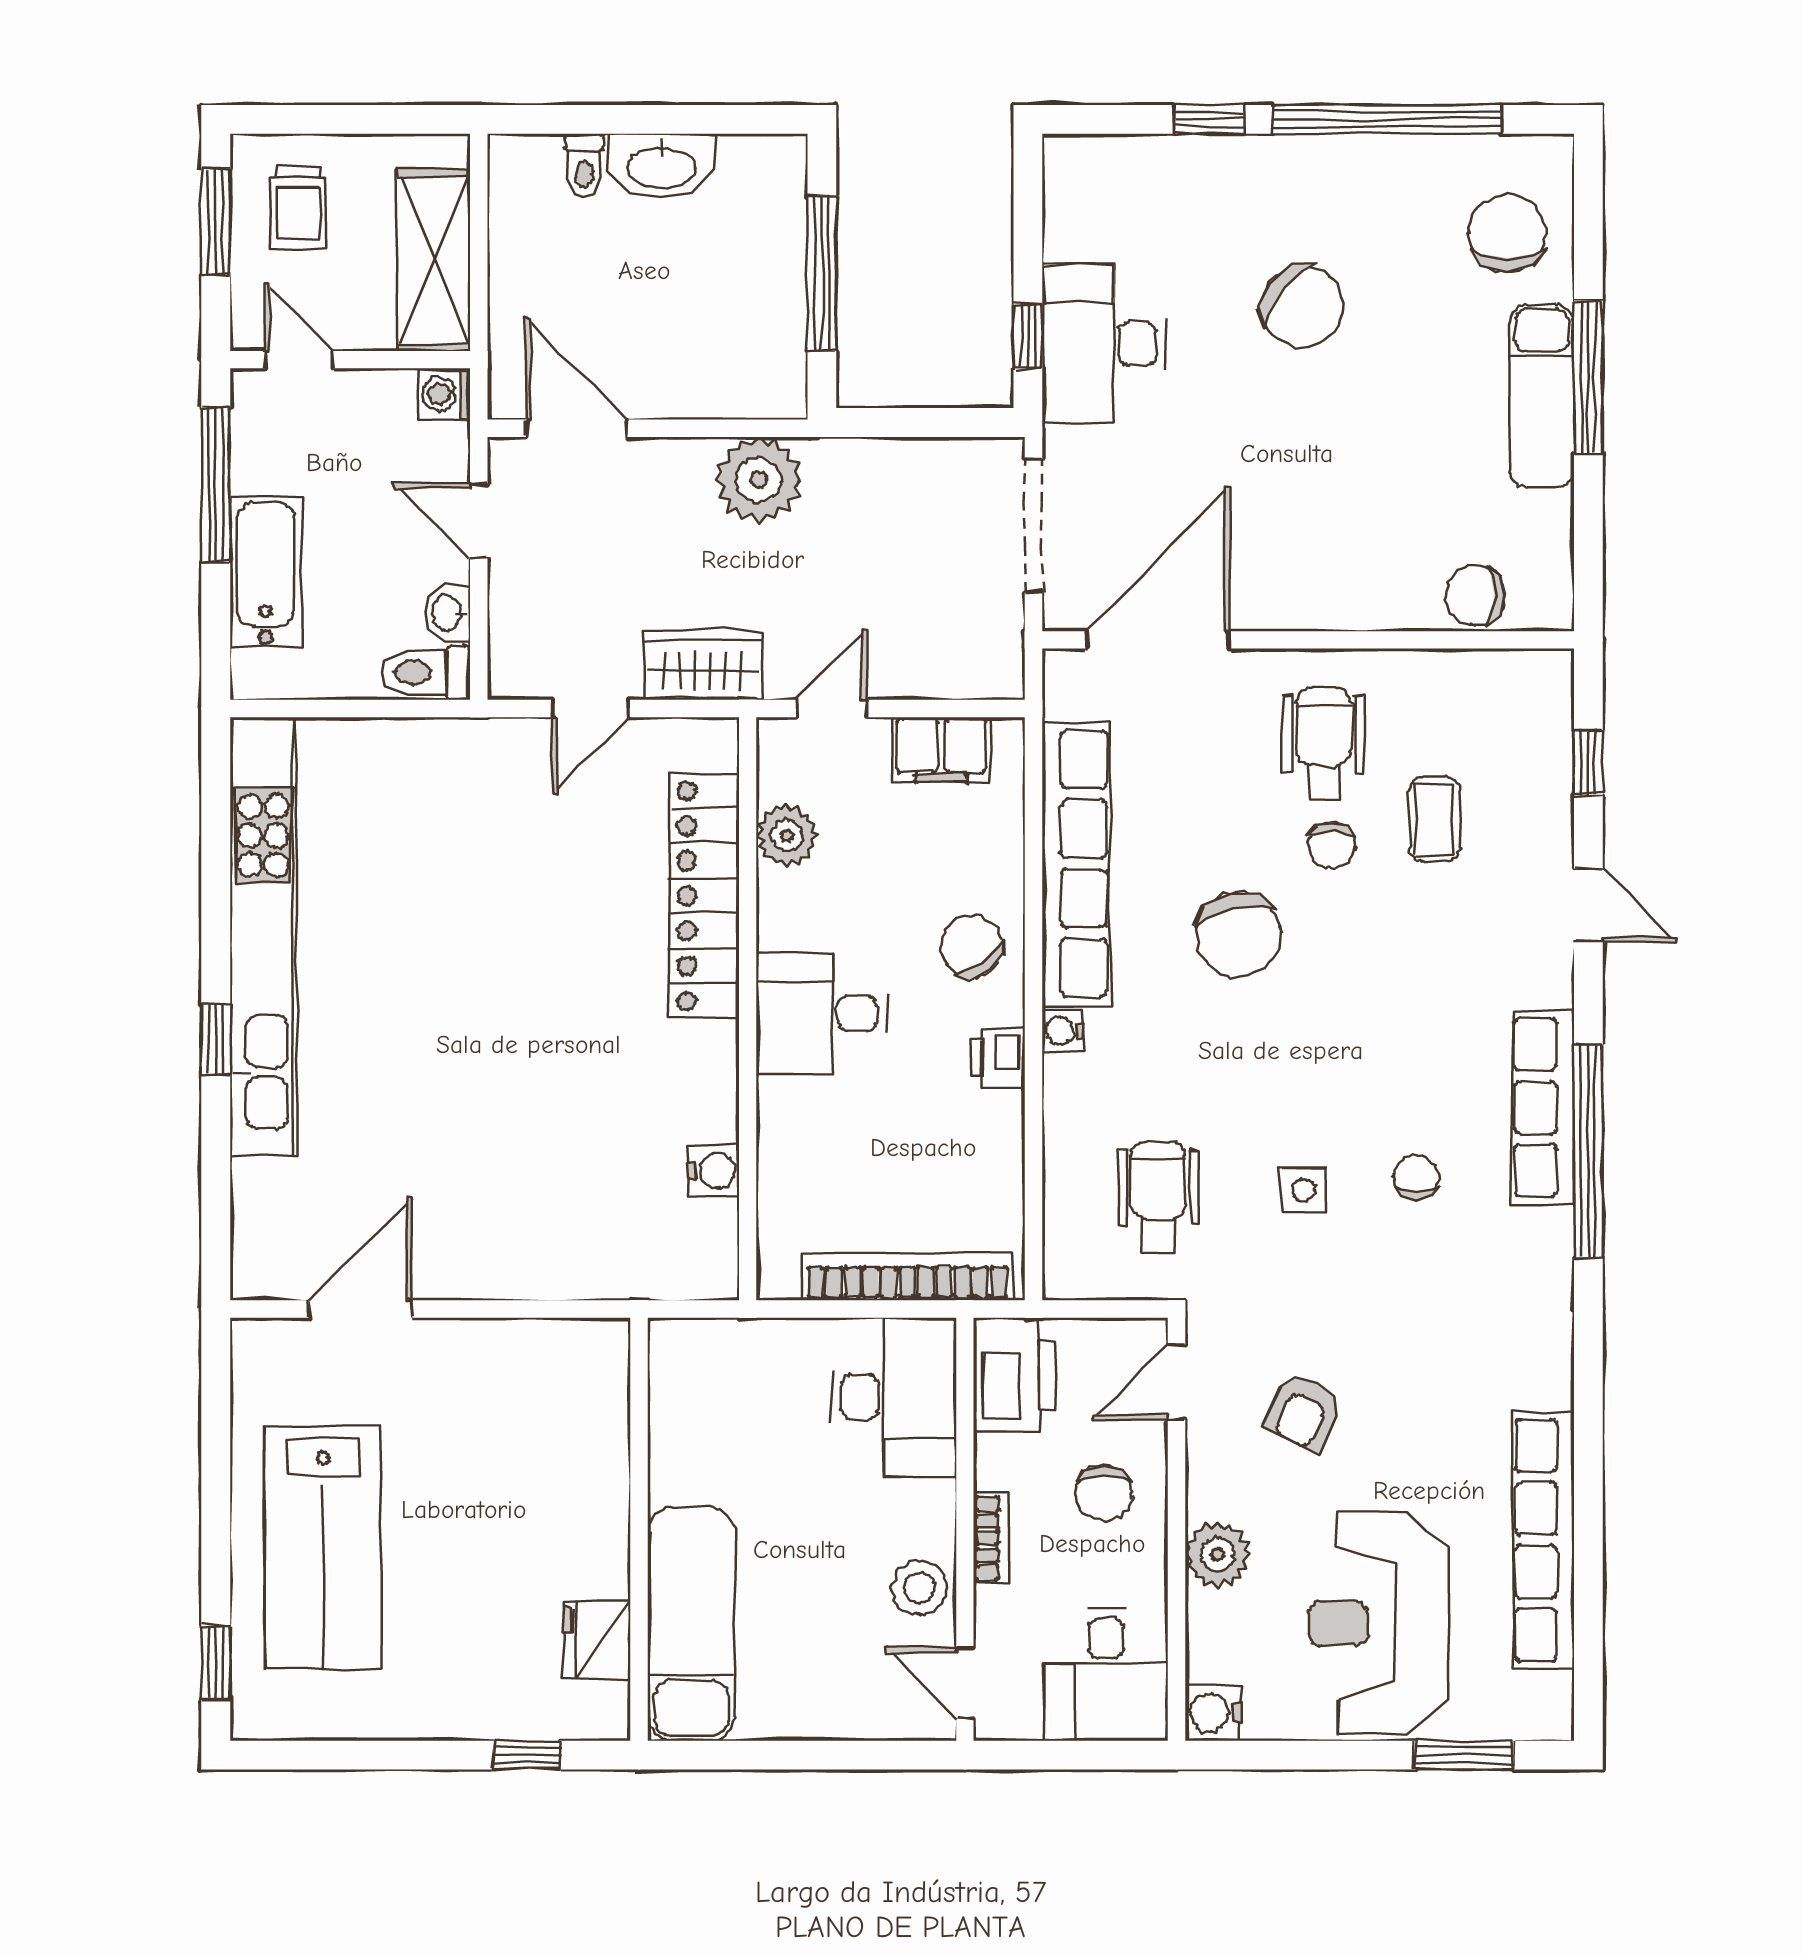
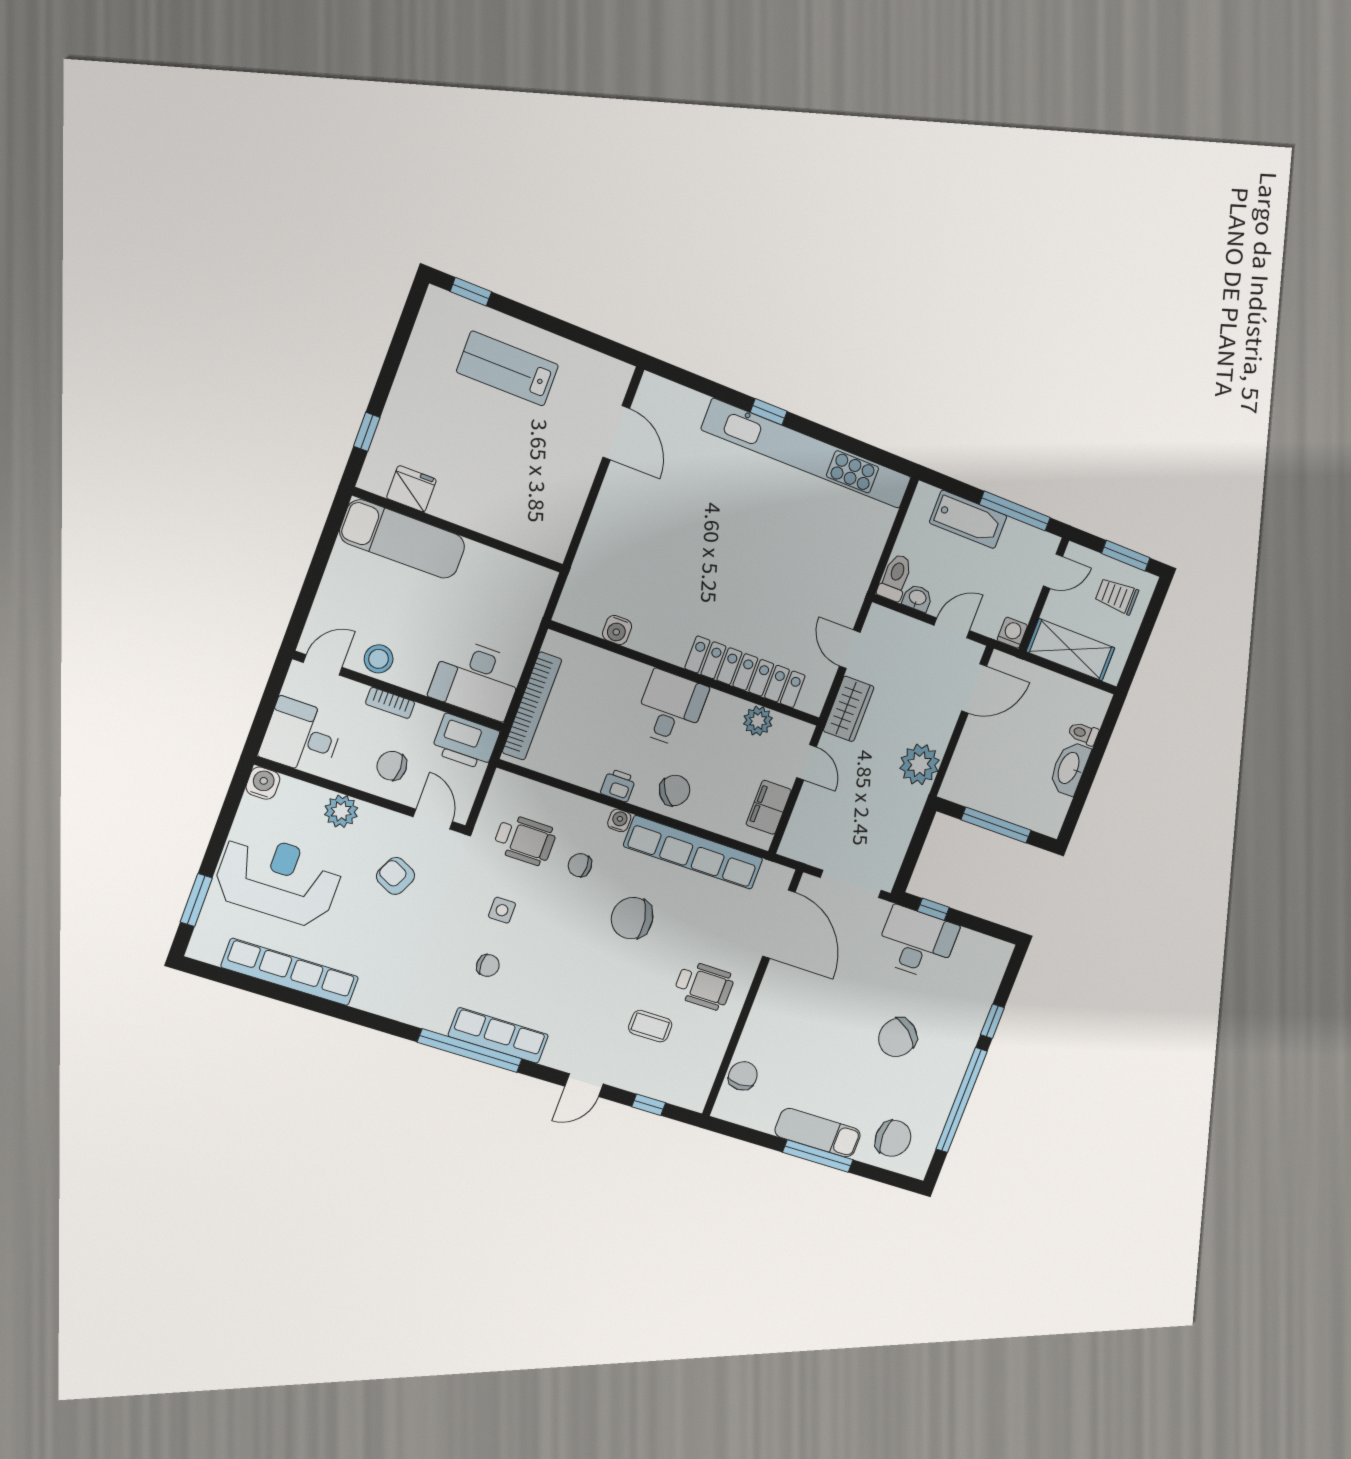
chair: (1332, 846) -> (580, 865), moved
lab bench: (323, 1548) -> (508, 369), width x0.73, depth x0.72

